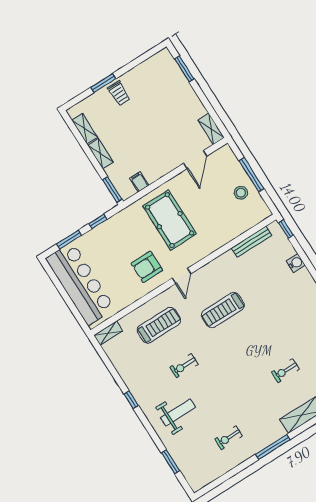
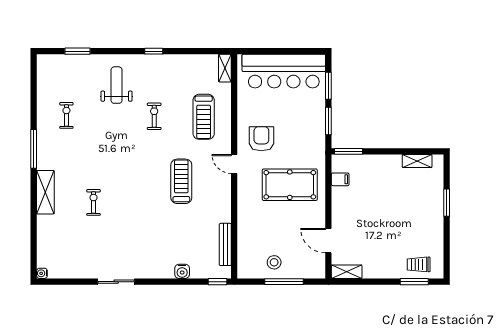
trolley: (119, 93) -> (419, 264), moved
shelving: (100, 154) -> (386, 161), removed
window: (98, 221) -> (328, 121), width x1.50
weight bench: (178, 412) -> (117, 85), turned 180

